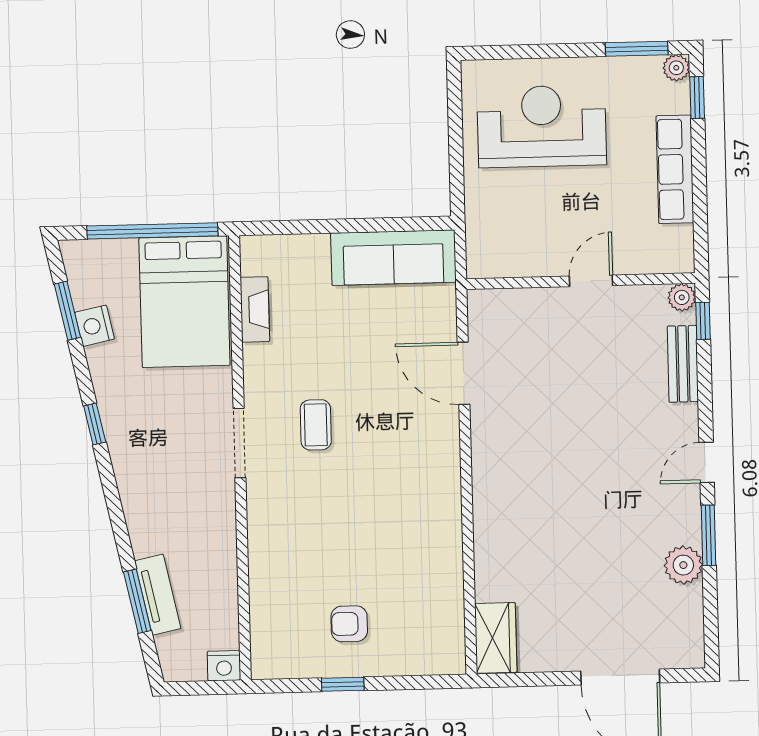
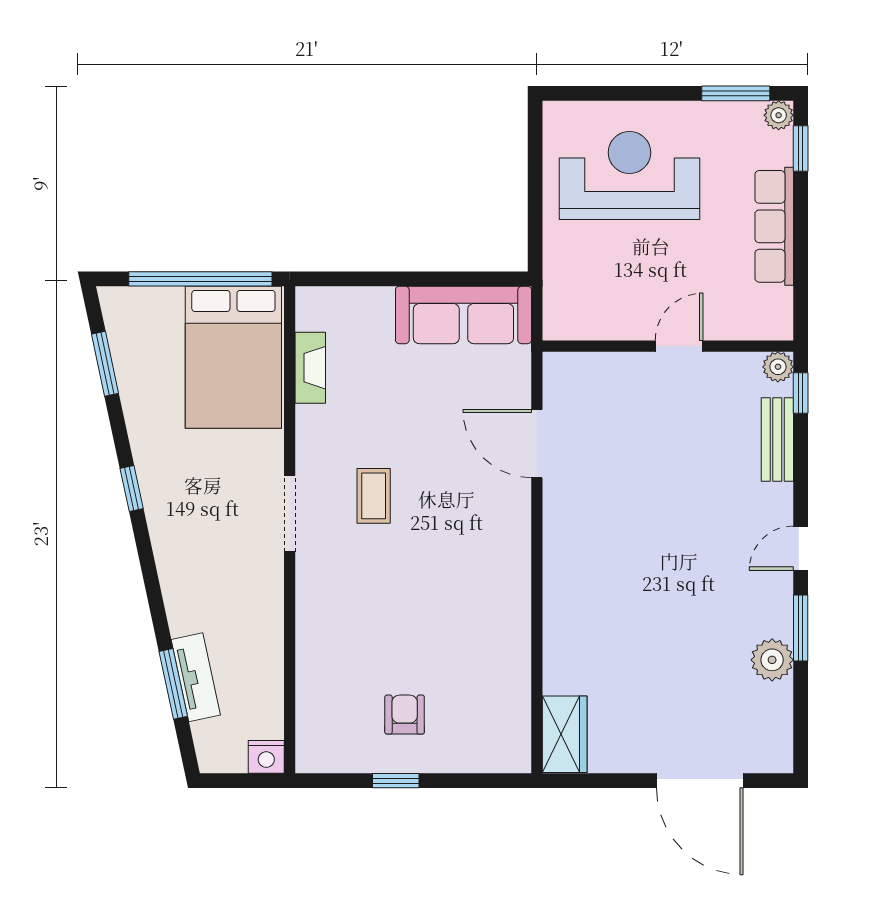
nightstand: (95, 326) -> (134, 381), removed
armchair: (349, 624) -> (405, 715), turned 90

